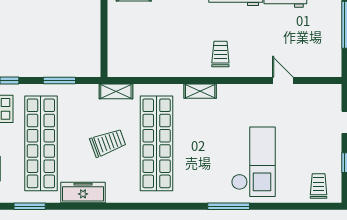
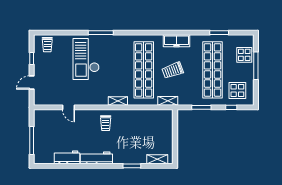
freezer: (83, 192) -> (177, 41), moved

